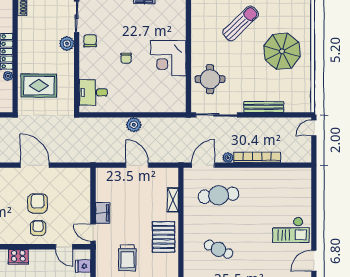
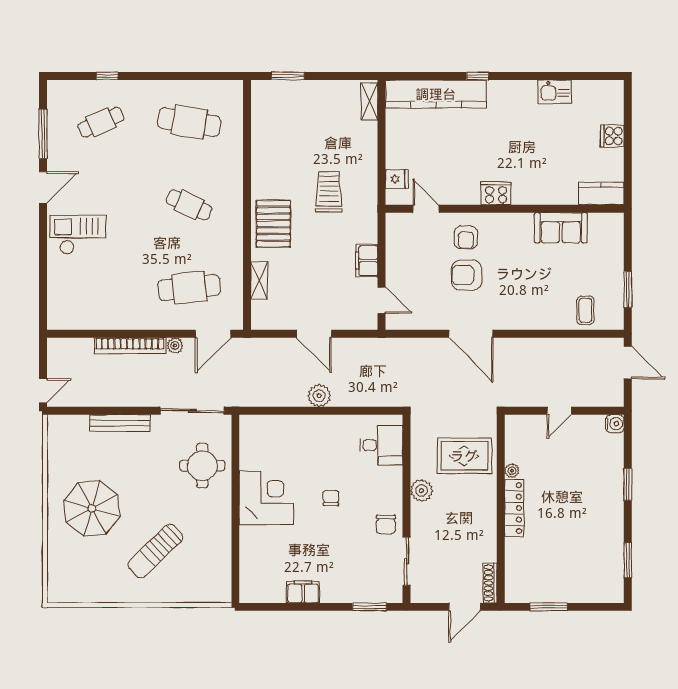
plant: (67, 44) -> (422, 491), moved
armchair: (38, 203) -> (467, 275), turned 90
door: (93, 233) -> (382, 300), moved

